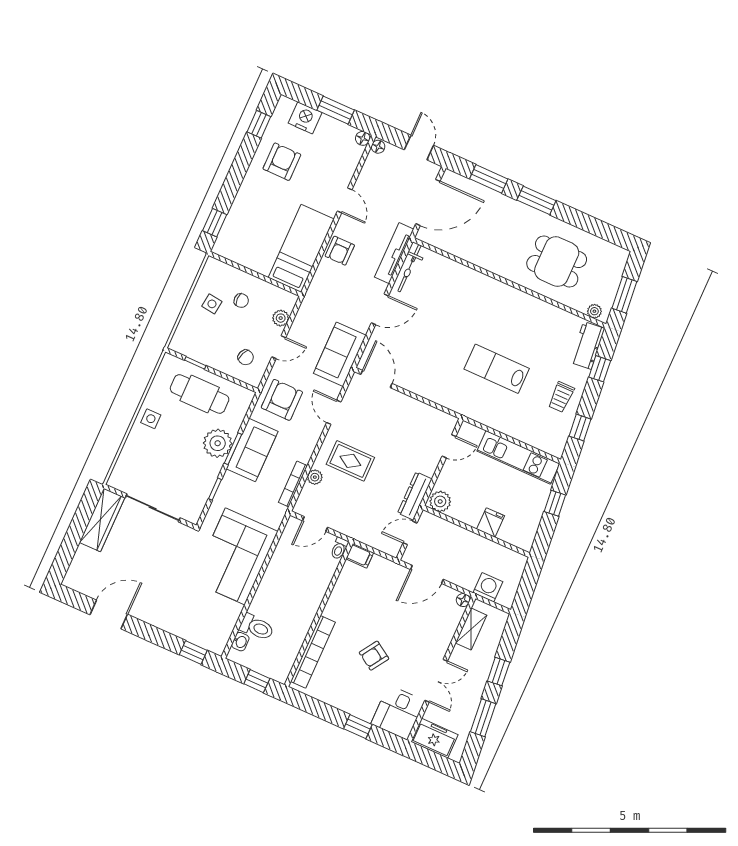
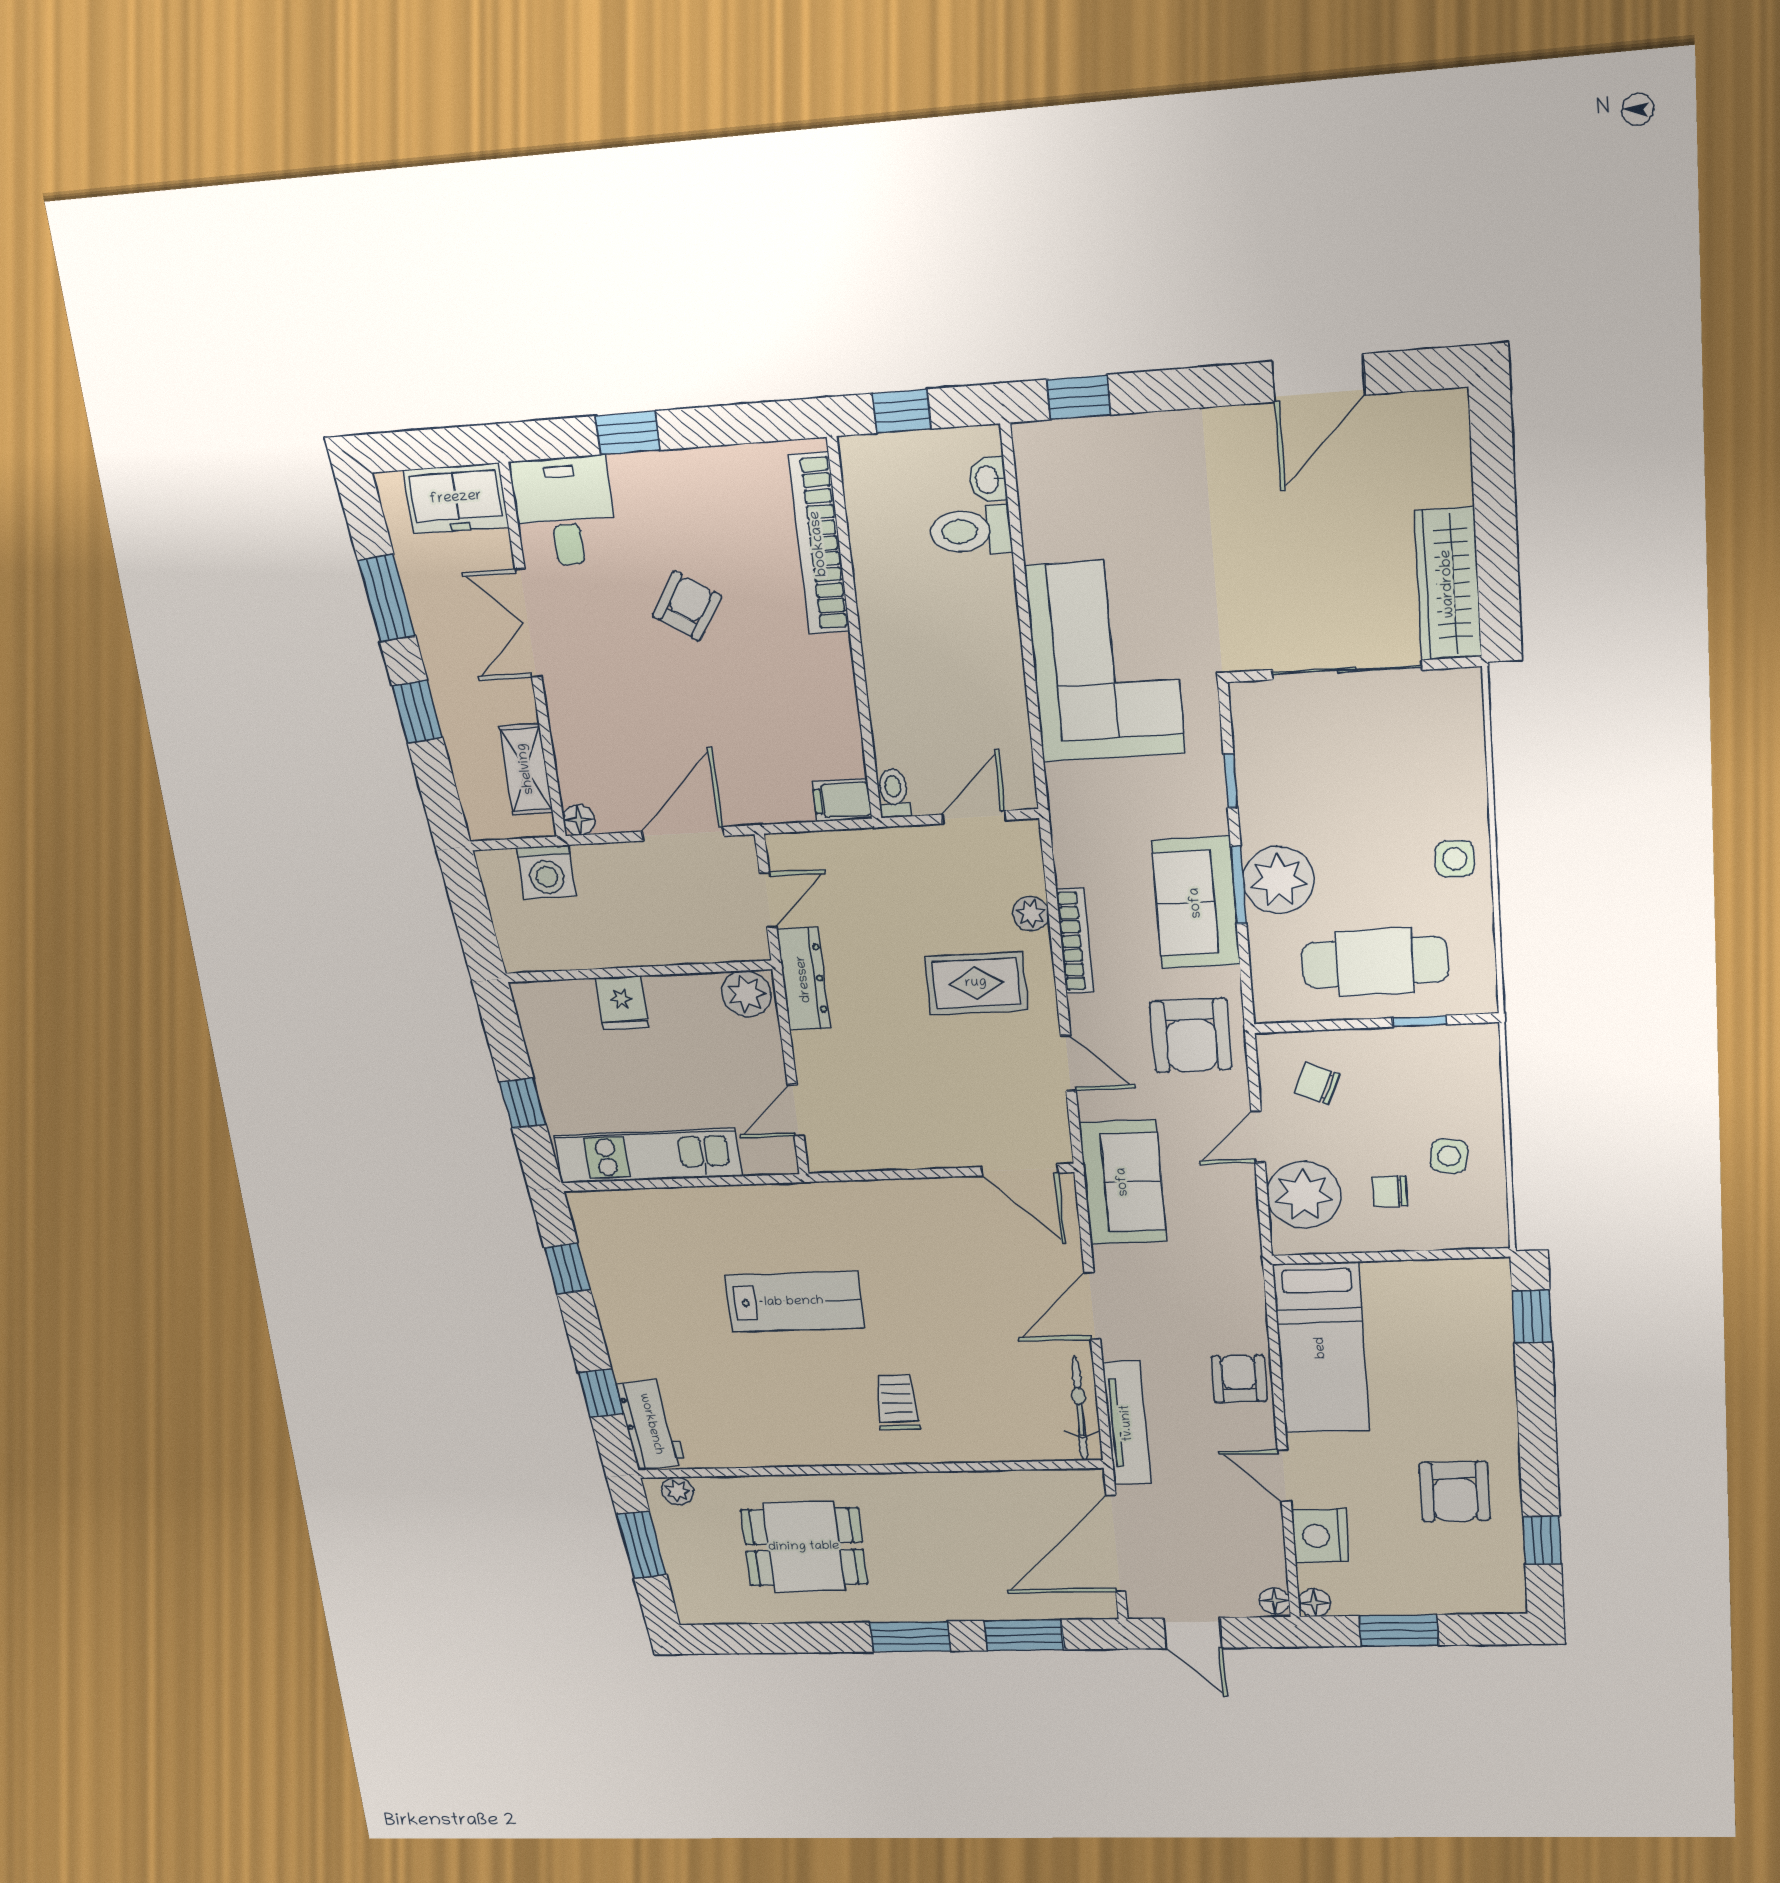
nightstand: (305, 118) -> (1320, 1536), moved, turned 90
plant: (281, 318) -> (1304, 1195), width x1.87, depth x1.87
trolley: (561, 397) -> (897, 1402), moved
bookcase: (293, 484) -> (1075, 941), moved

